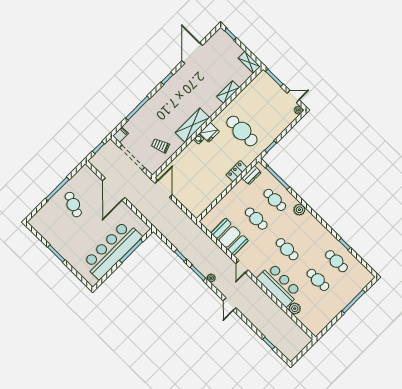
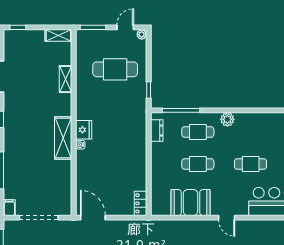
cafe table: (242, 131) -> (115, 69), moved
trolley: (160, 146) -> (53, 183), removed
locker: (237, 171) -> (141, 203), moved

